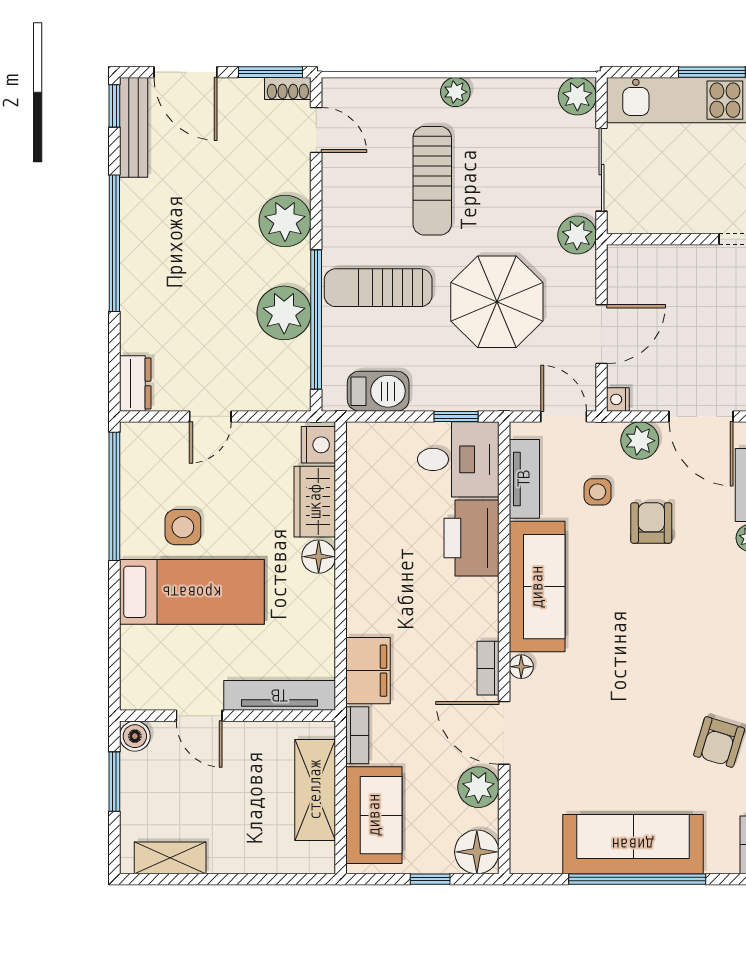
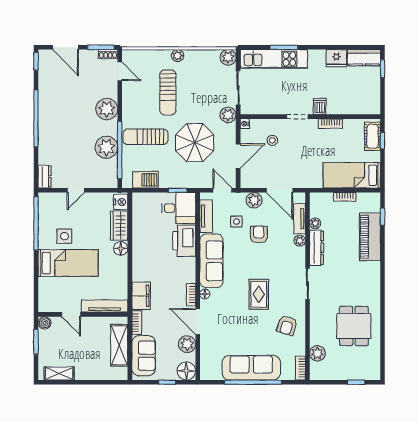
bench: (134, 127) -> (44, 70), removed
stool: (684, 296) -> (272, 140), added
nightstand: (618, 399) -> (245, 124), moved
rug: (651, 667) -> (259, 294), added

